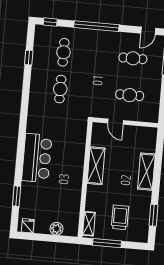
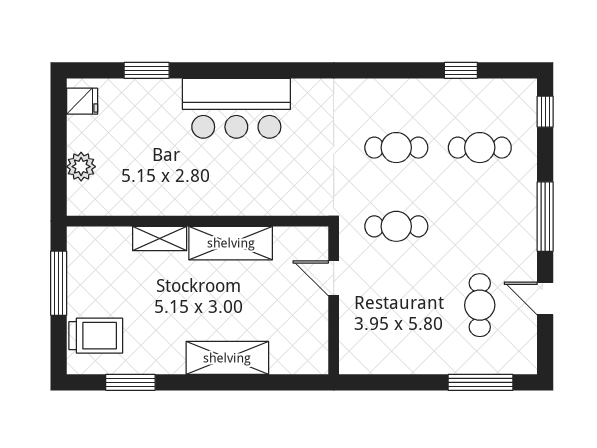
window: (96, 26) -> (545, 217), width x0.68
door: (148, 31) -> (545, 298), moved
cafe table: (130, 95) -> (396, 226), moved, turned 90
door: (115, 122) -> (334, 278), hinge flipped
trolley: (120, 217) -> (96, 336), moved
shelving: (89, 224) -> (160, 239), moved

